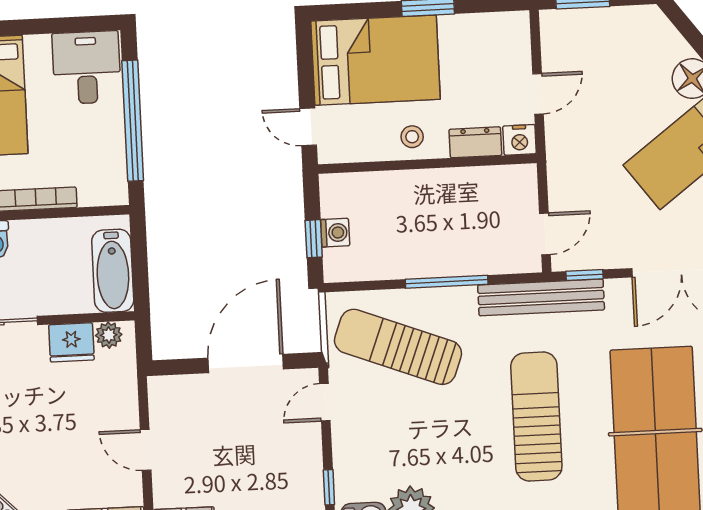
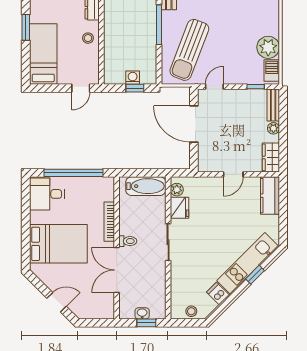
bed: (376, 60) -> (43, 54), width x0.67
door: (325, 402) -> (214, 87), swing flipped

